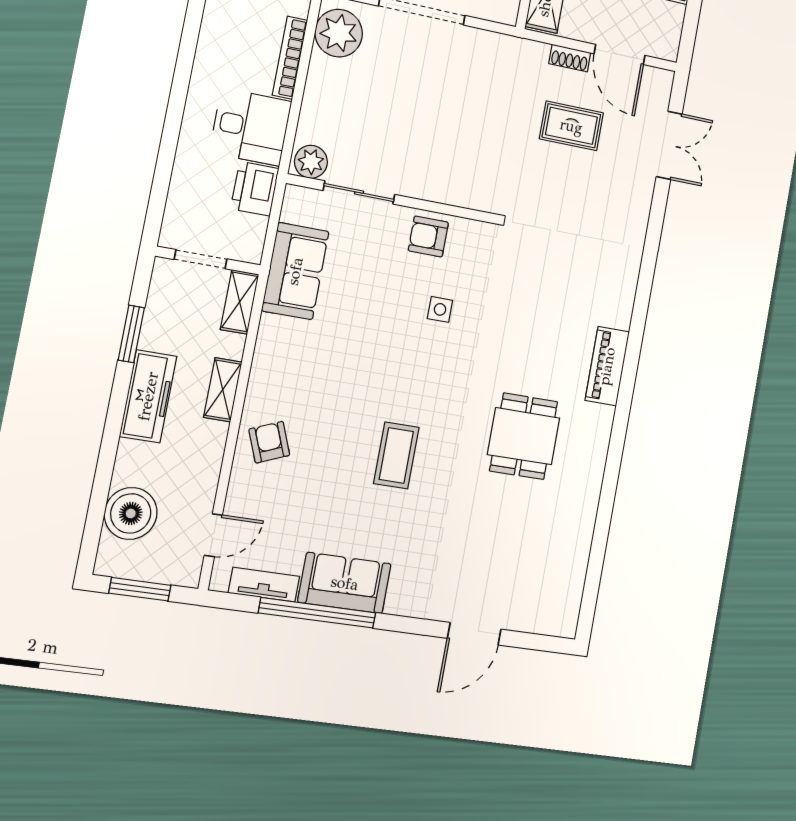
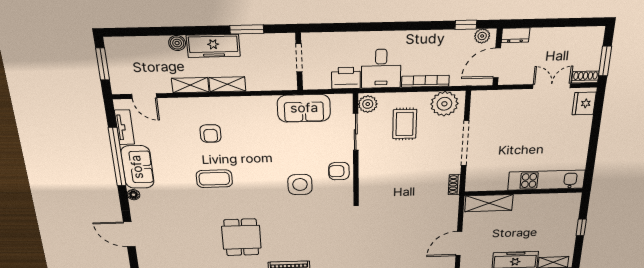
shoe rack: (570, 58) -> (454, 185), moved
rug: (571, 126) -> (405, 124), moved
armchair: (428, 236) -> (339, 171), turned -90
shelving: (240, 302) -> (190, 85), moved
side table: (440, 309) -> (300, 185), width x1.87, depth x1.87
dining table: (524, 436) -> (241, 237), turned 90
armchair: (269, 442) -> (210, 134), moved, turned 112
boiler: (131, 513) -> (177, 43), moved, width x0.54, depth x0.54
floor lamp: (397, 605) -> (134, 195), added

